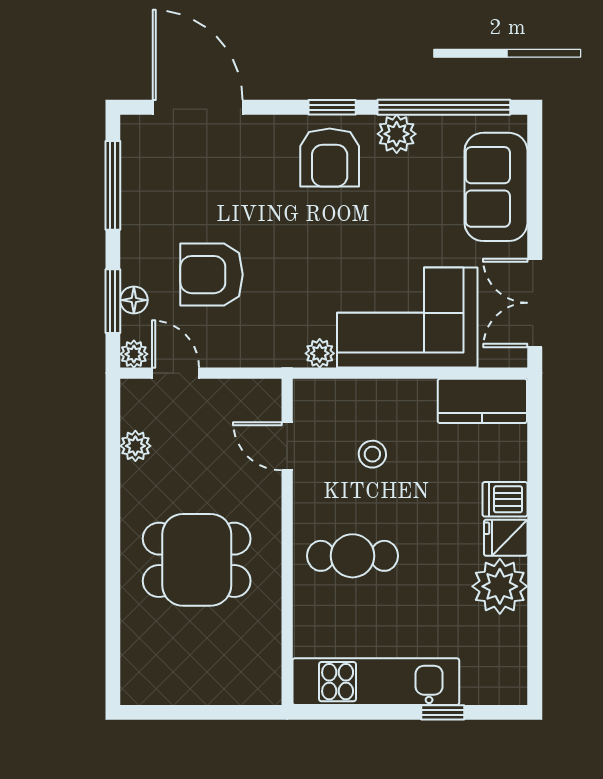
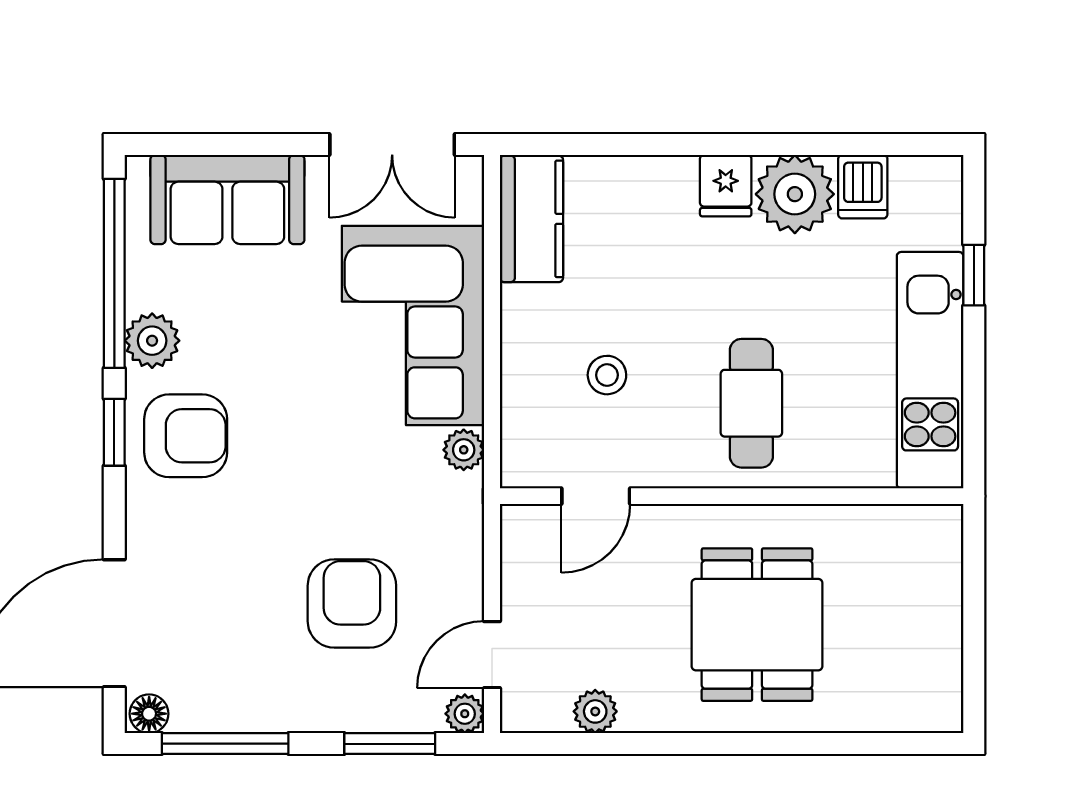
armchair: (212, 275) -> (352, 603), turned 180
floor lamp: (134, 300) -> (149, 714), moved
dishwasher: (505, 499) -> (863, 187), moved

